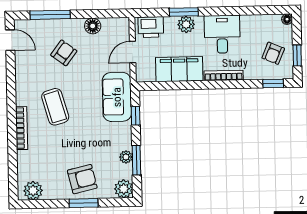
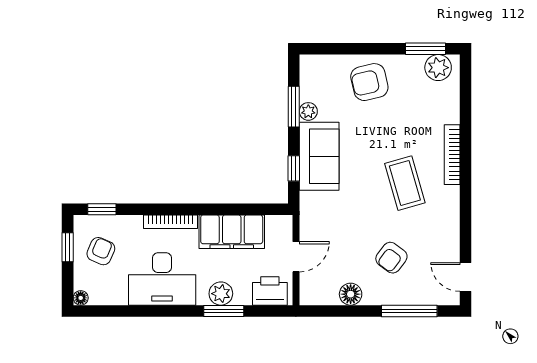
desk: (222, 34) -> (162, 279), width x1.37
sofa: (117, 97) -> (319, 156), moved
plant: (124, 189) -> (312, 67), removed
window: (84, 203) -> (426, 49), moved

